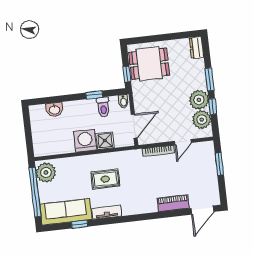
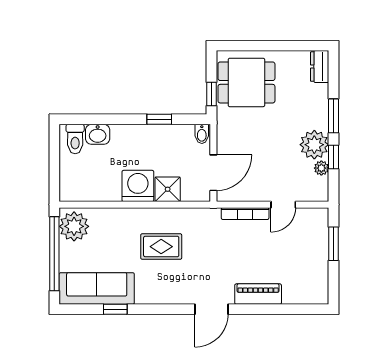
toilet: (103, 107) -> (75, 139), moved
plant: (202, 120) -> (321, 168), width x0.53, depth x0.53
door: (202, 210) -> (211, 309), moved
tv unit: (107, 212) -> (158, 296), removed

